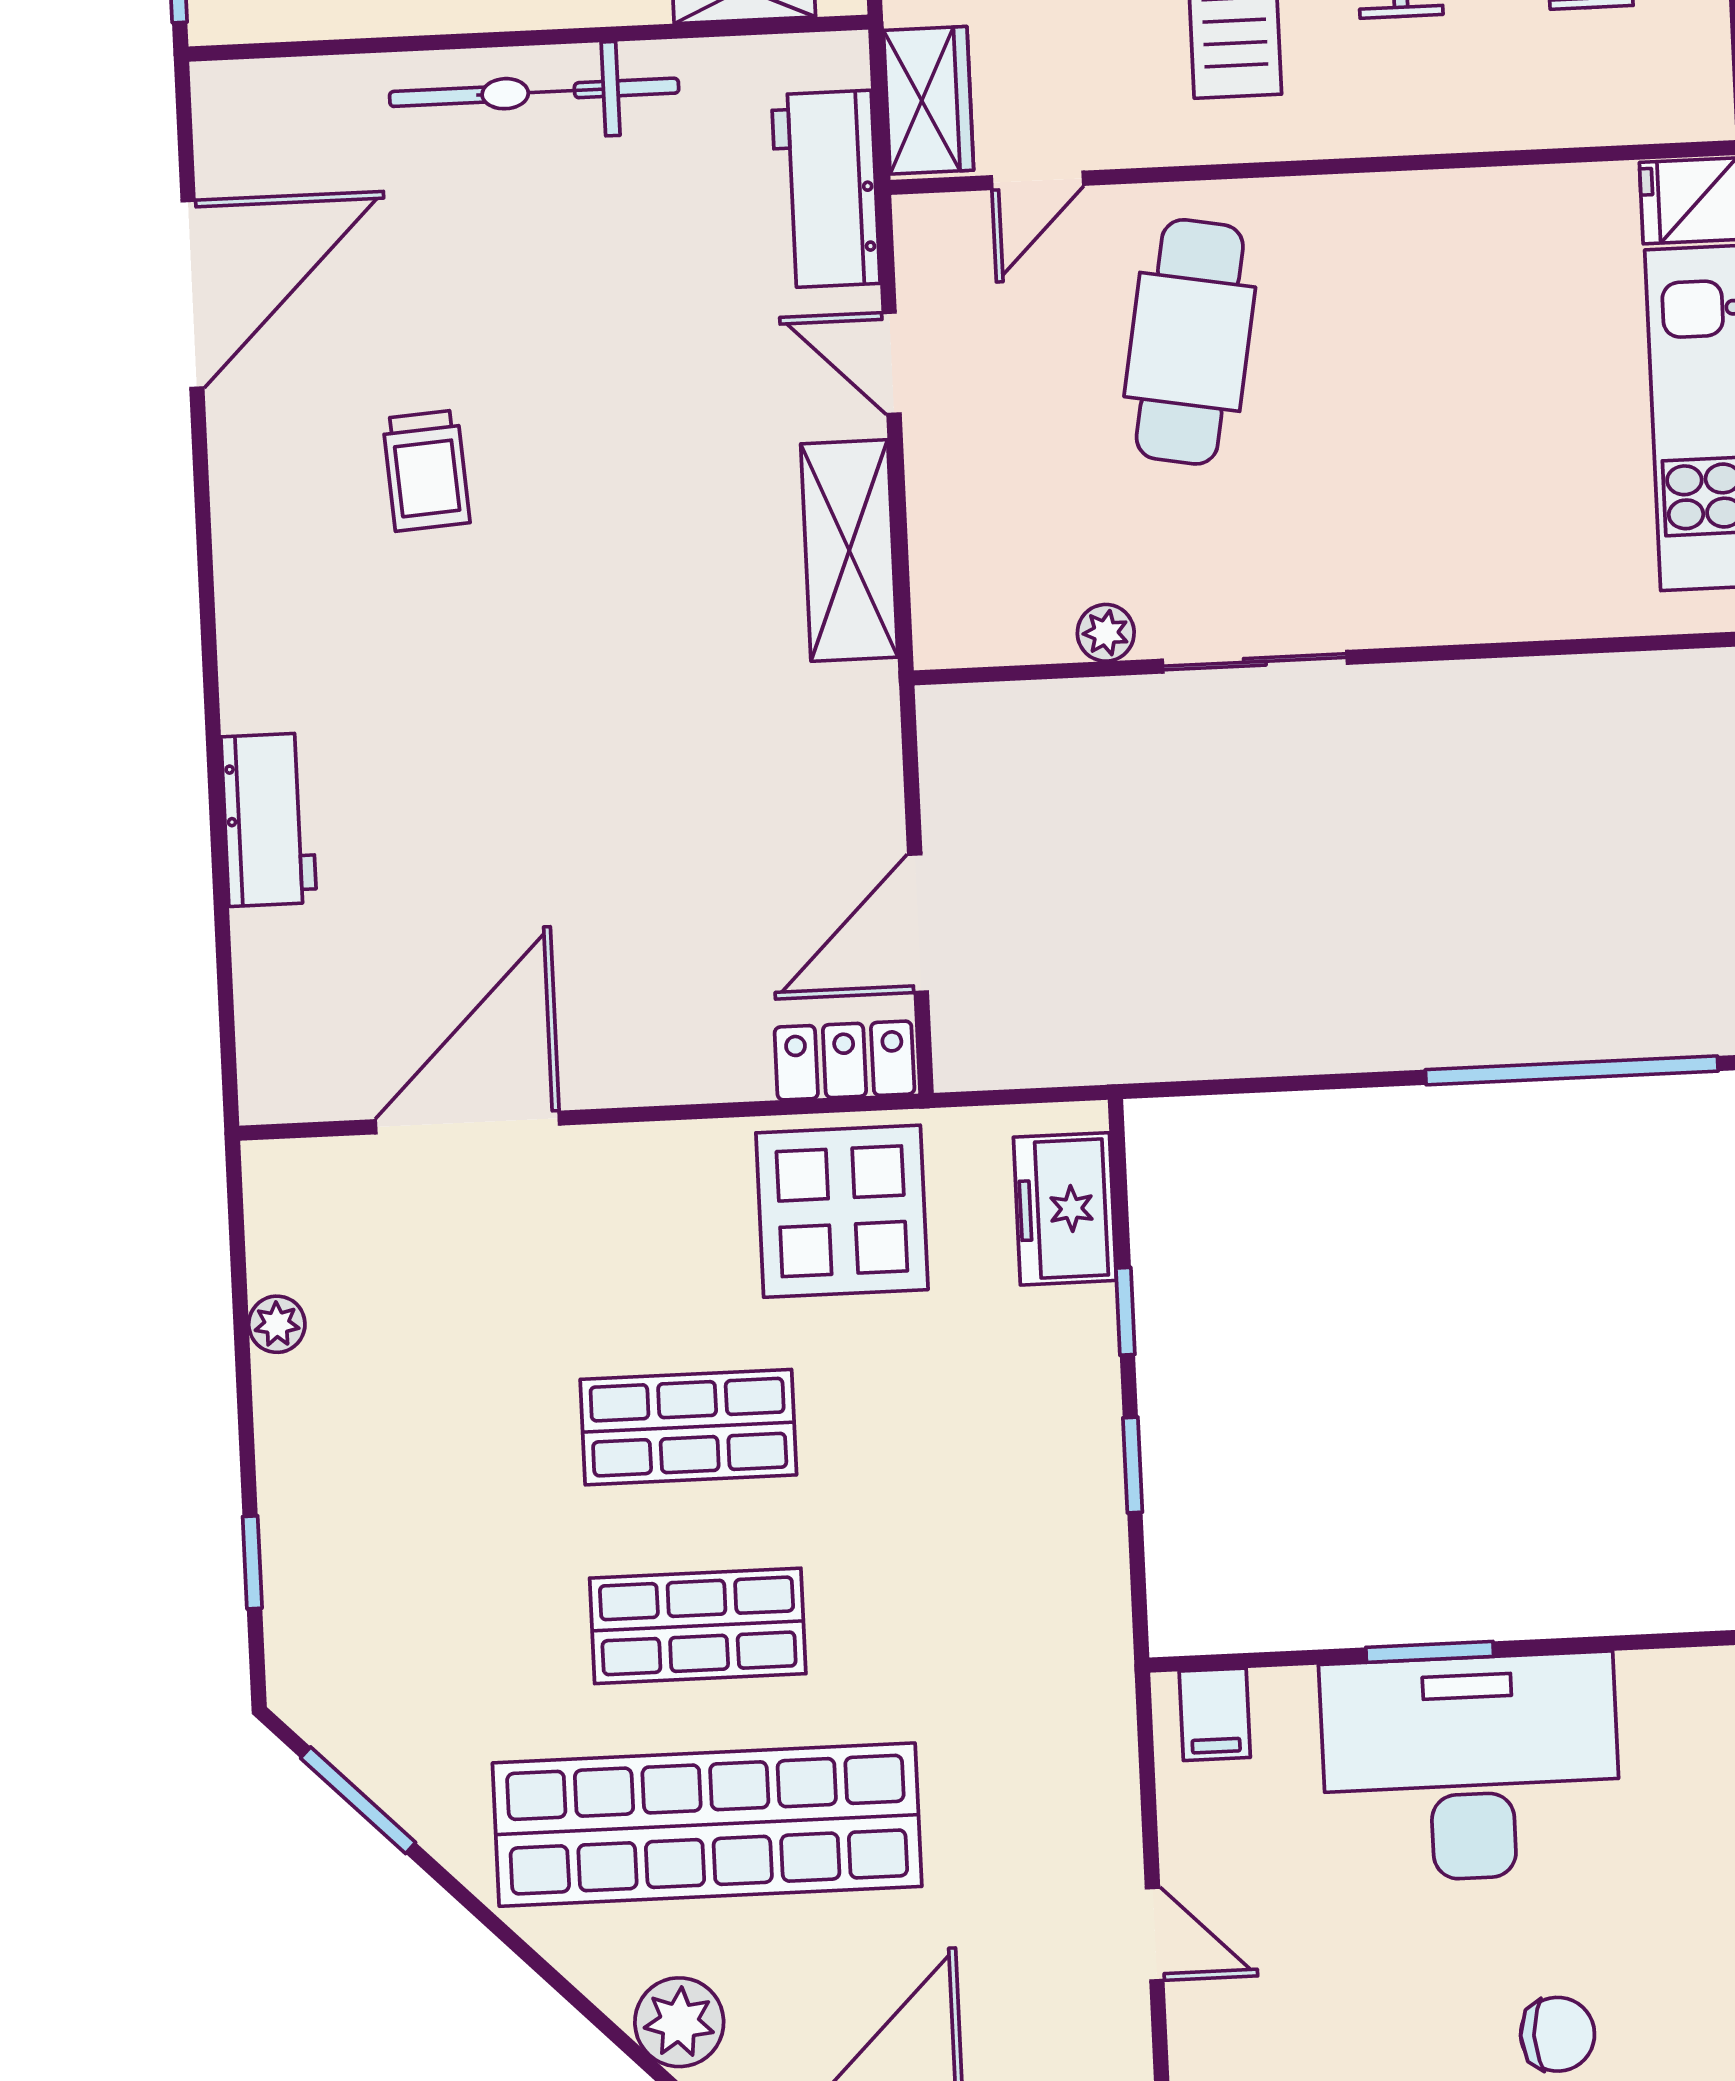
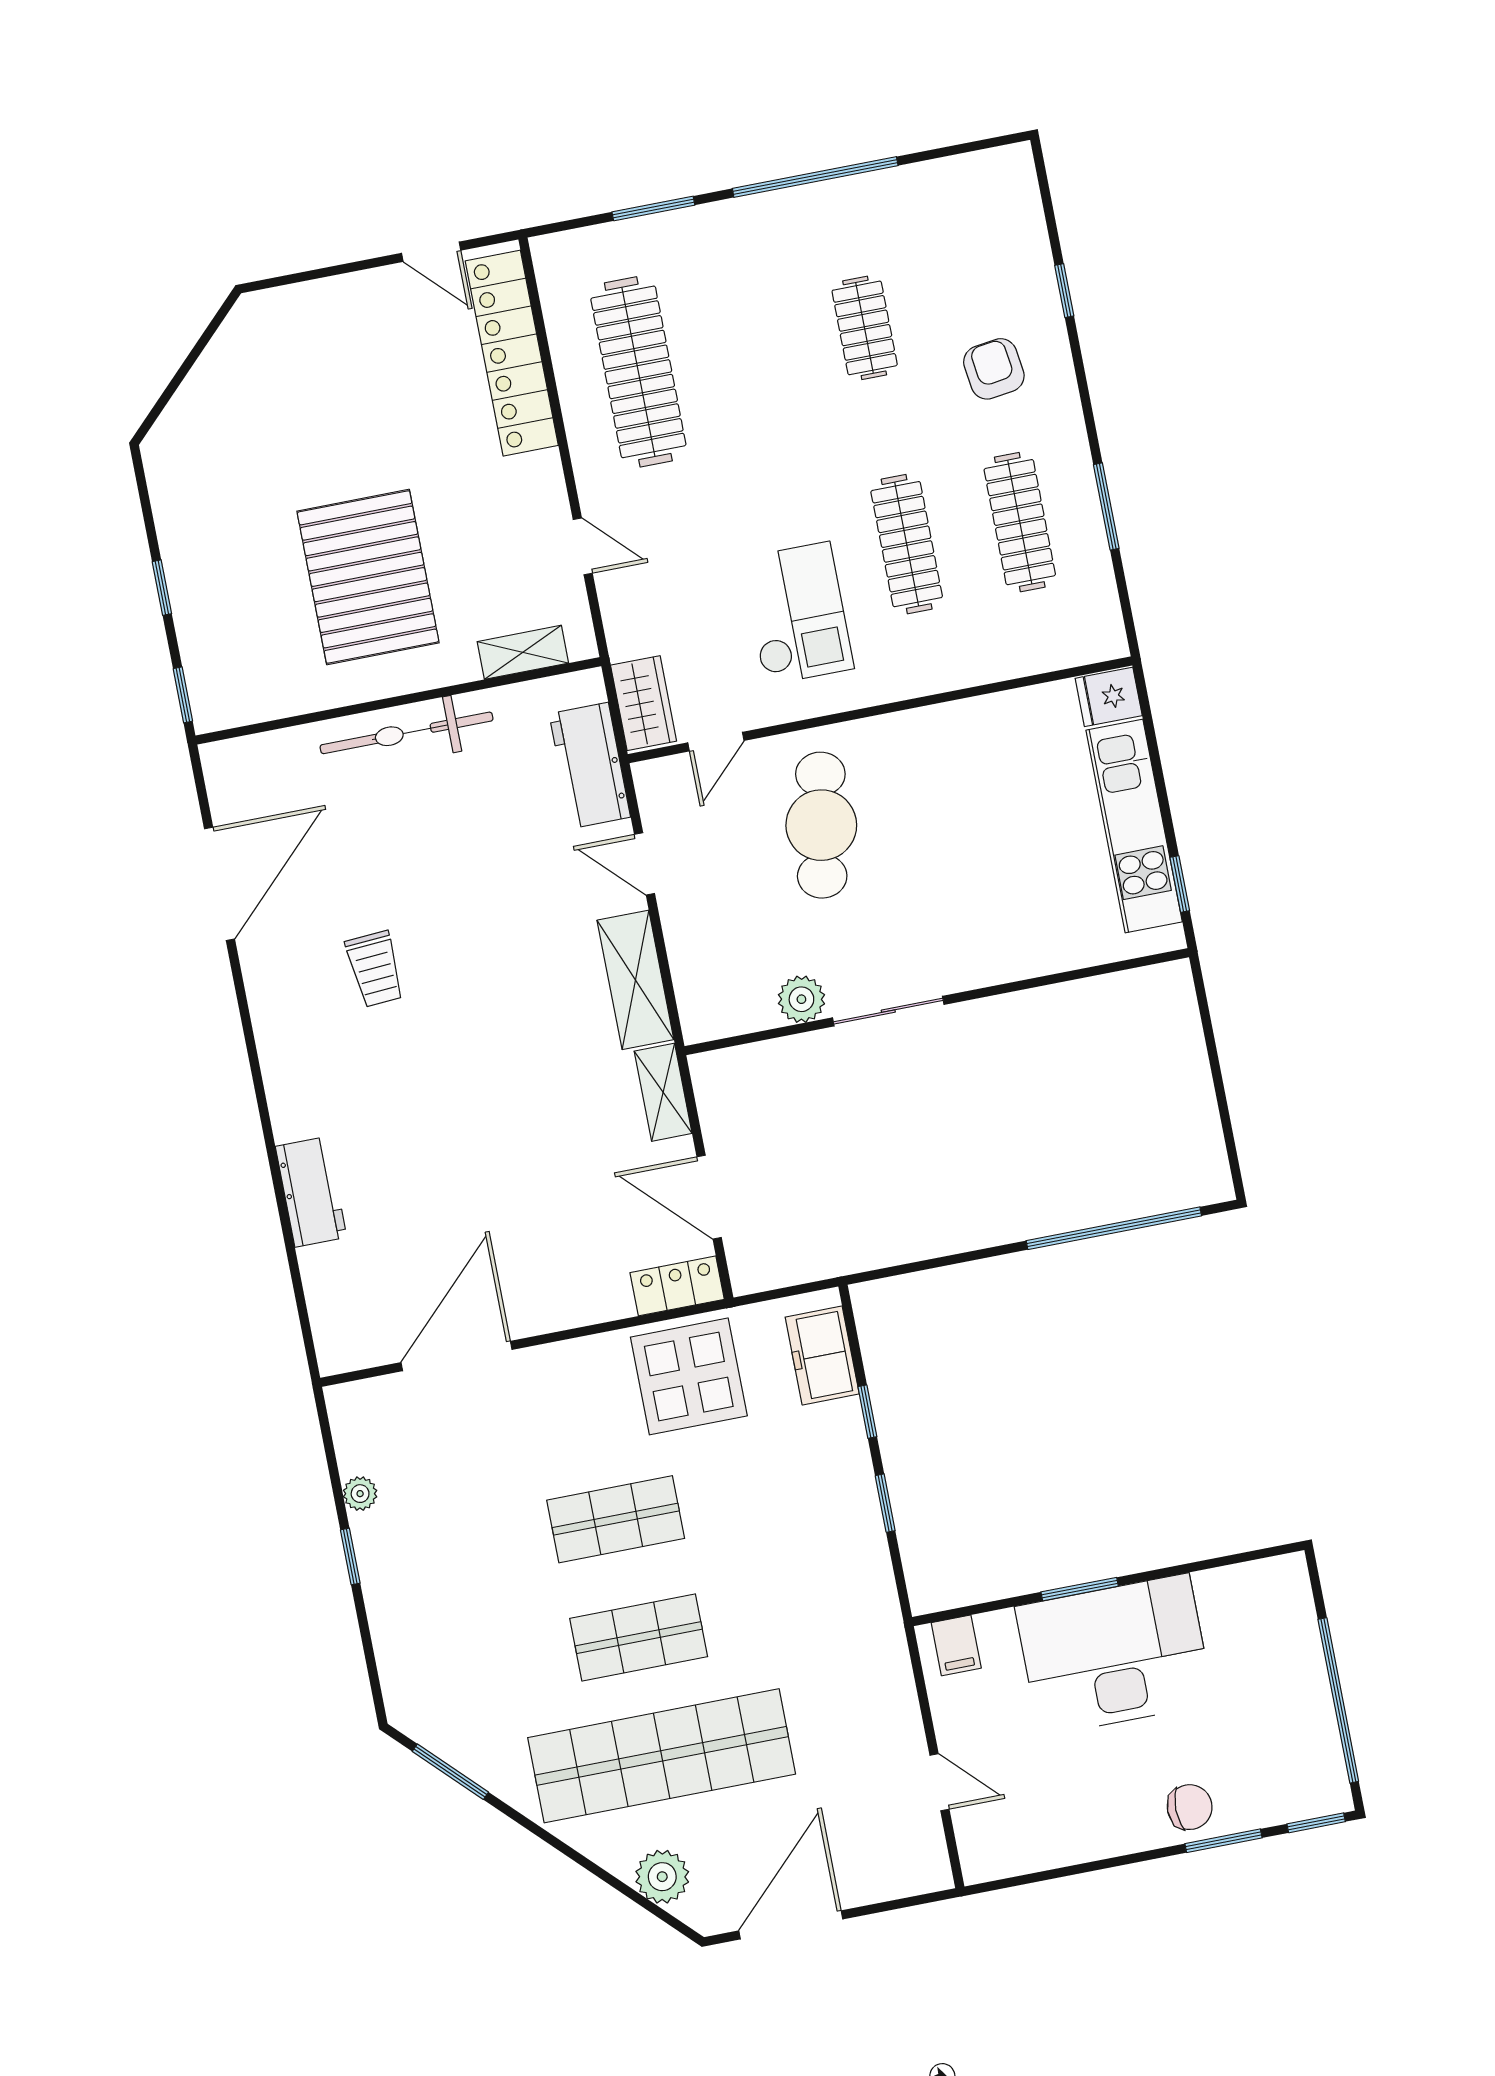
plant: (1106, 633) -> (801, 999), width x1.38, depth x1.38
shelving: (868, 741) -> (663, 1092), added
door: (918, 923) -> (709, 1197), hinge flipped
window: (252, 1562) -> (350, 1557), moved

